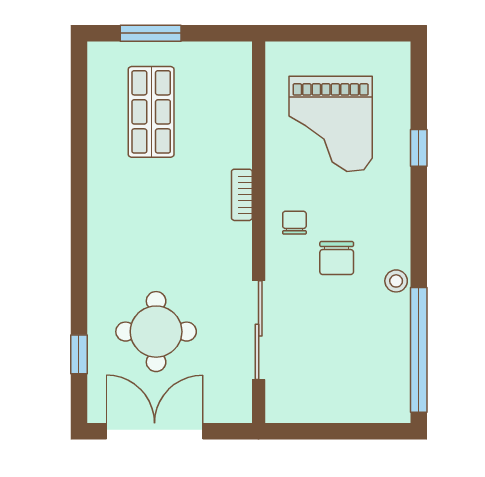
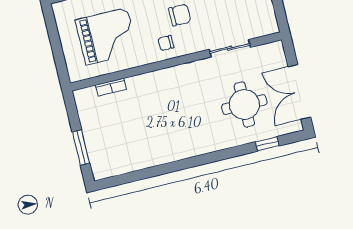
shop shelf: (151, 112) -> (124, 137), removed
bookcase: (242, 195) -> (111, 87), moved
sliding door: (259, 330) -> (230, 48), width x0.73

